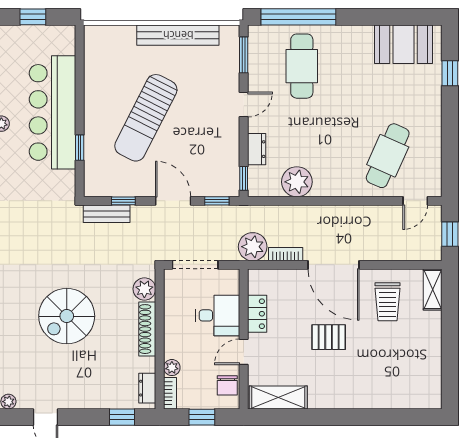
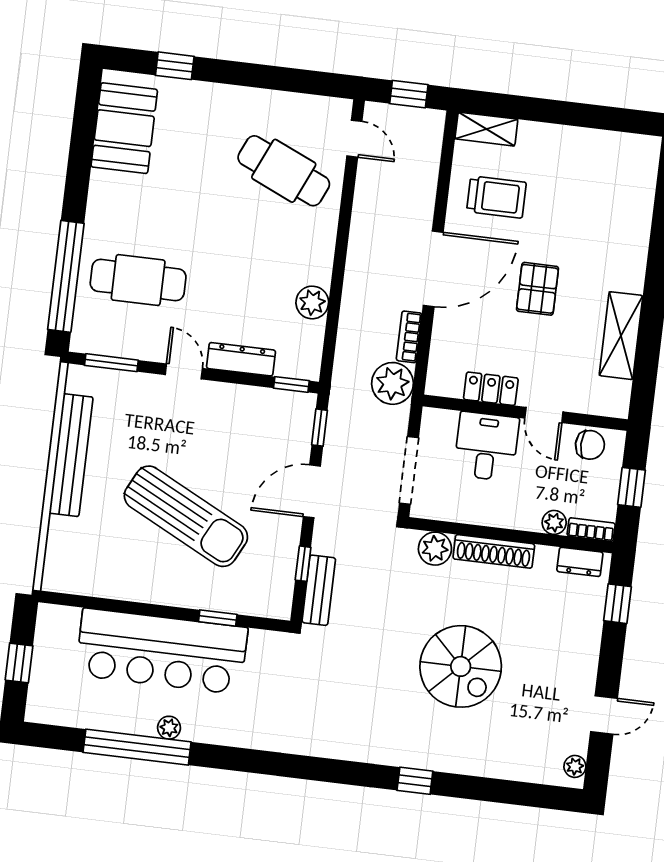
dresser: (257, 149) -> (241, 359), width x1.44
plant: (297, 182) -> (312, 302), width x0.73, depth x0.73
shelving: (278, 397) -> (621, 336), moved

